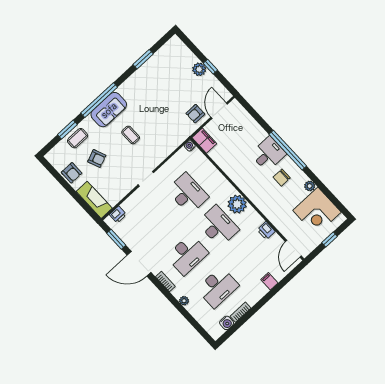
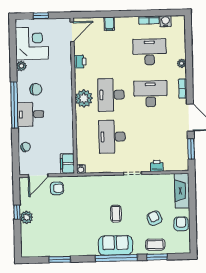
chair: (249, 125) -> (26, 147), added
printer: (118, 214) -> (157, 166), moved

